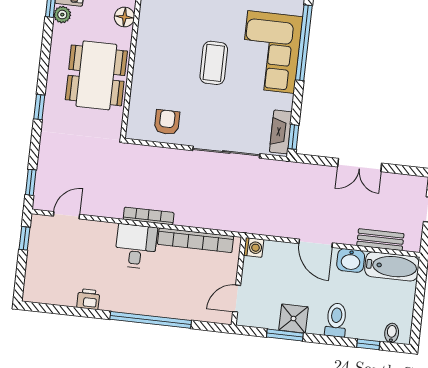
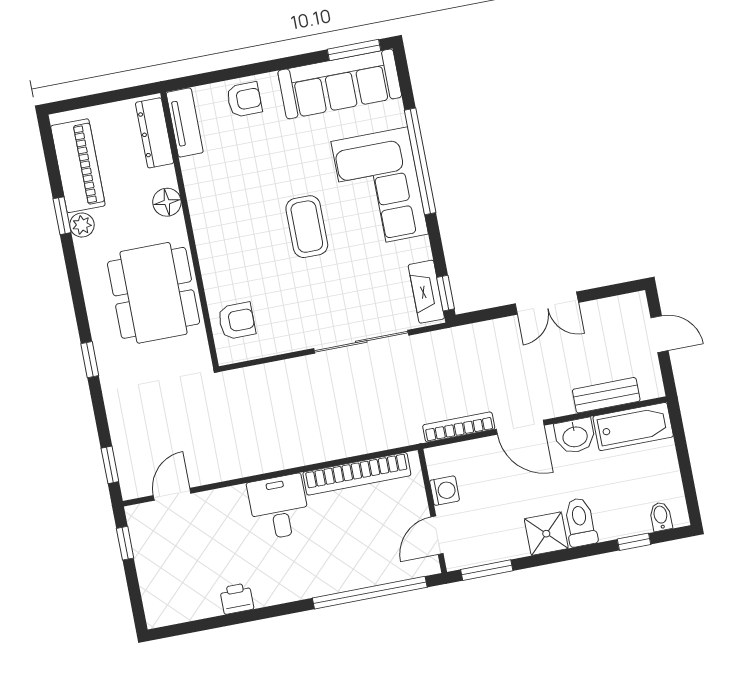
armchair: (167, 122) -> (237, 321), moved, turned 90
bookcase: (149, 216) -> (459, 427), moved
washing machine: (254, 247) -> (445, 491), moved
shower: (293, 319) -> (546, 534), moved
window: (151, 320) -> (370, 593), moved
window: (285, 335) -> (487, 570), moved

